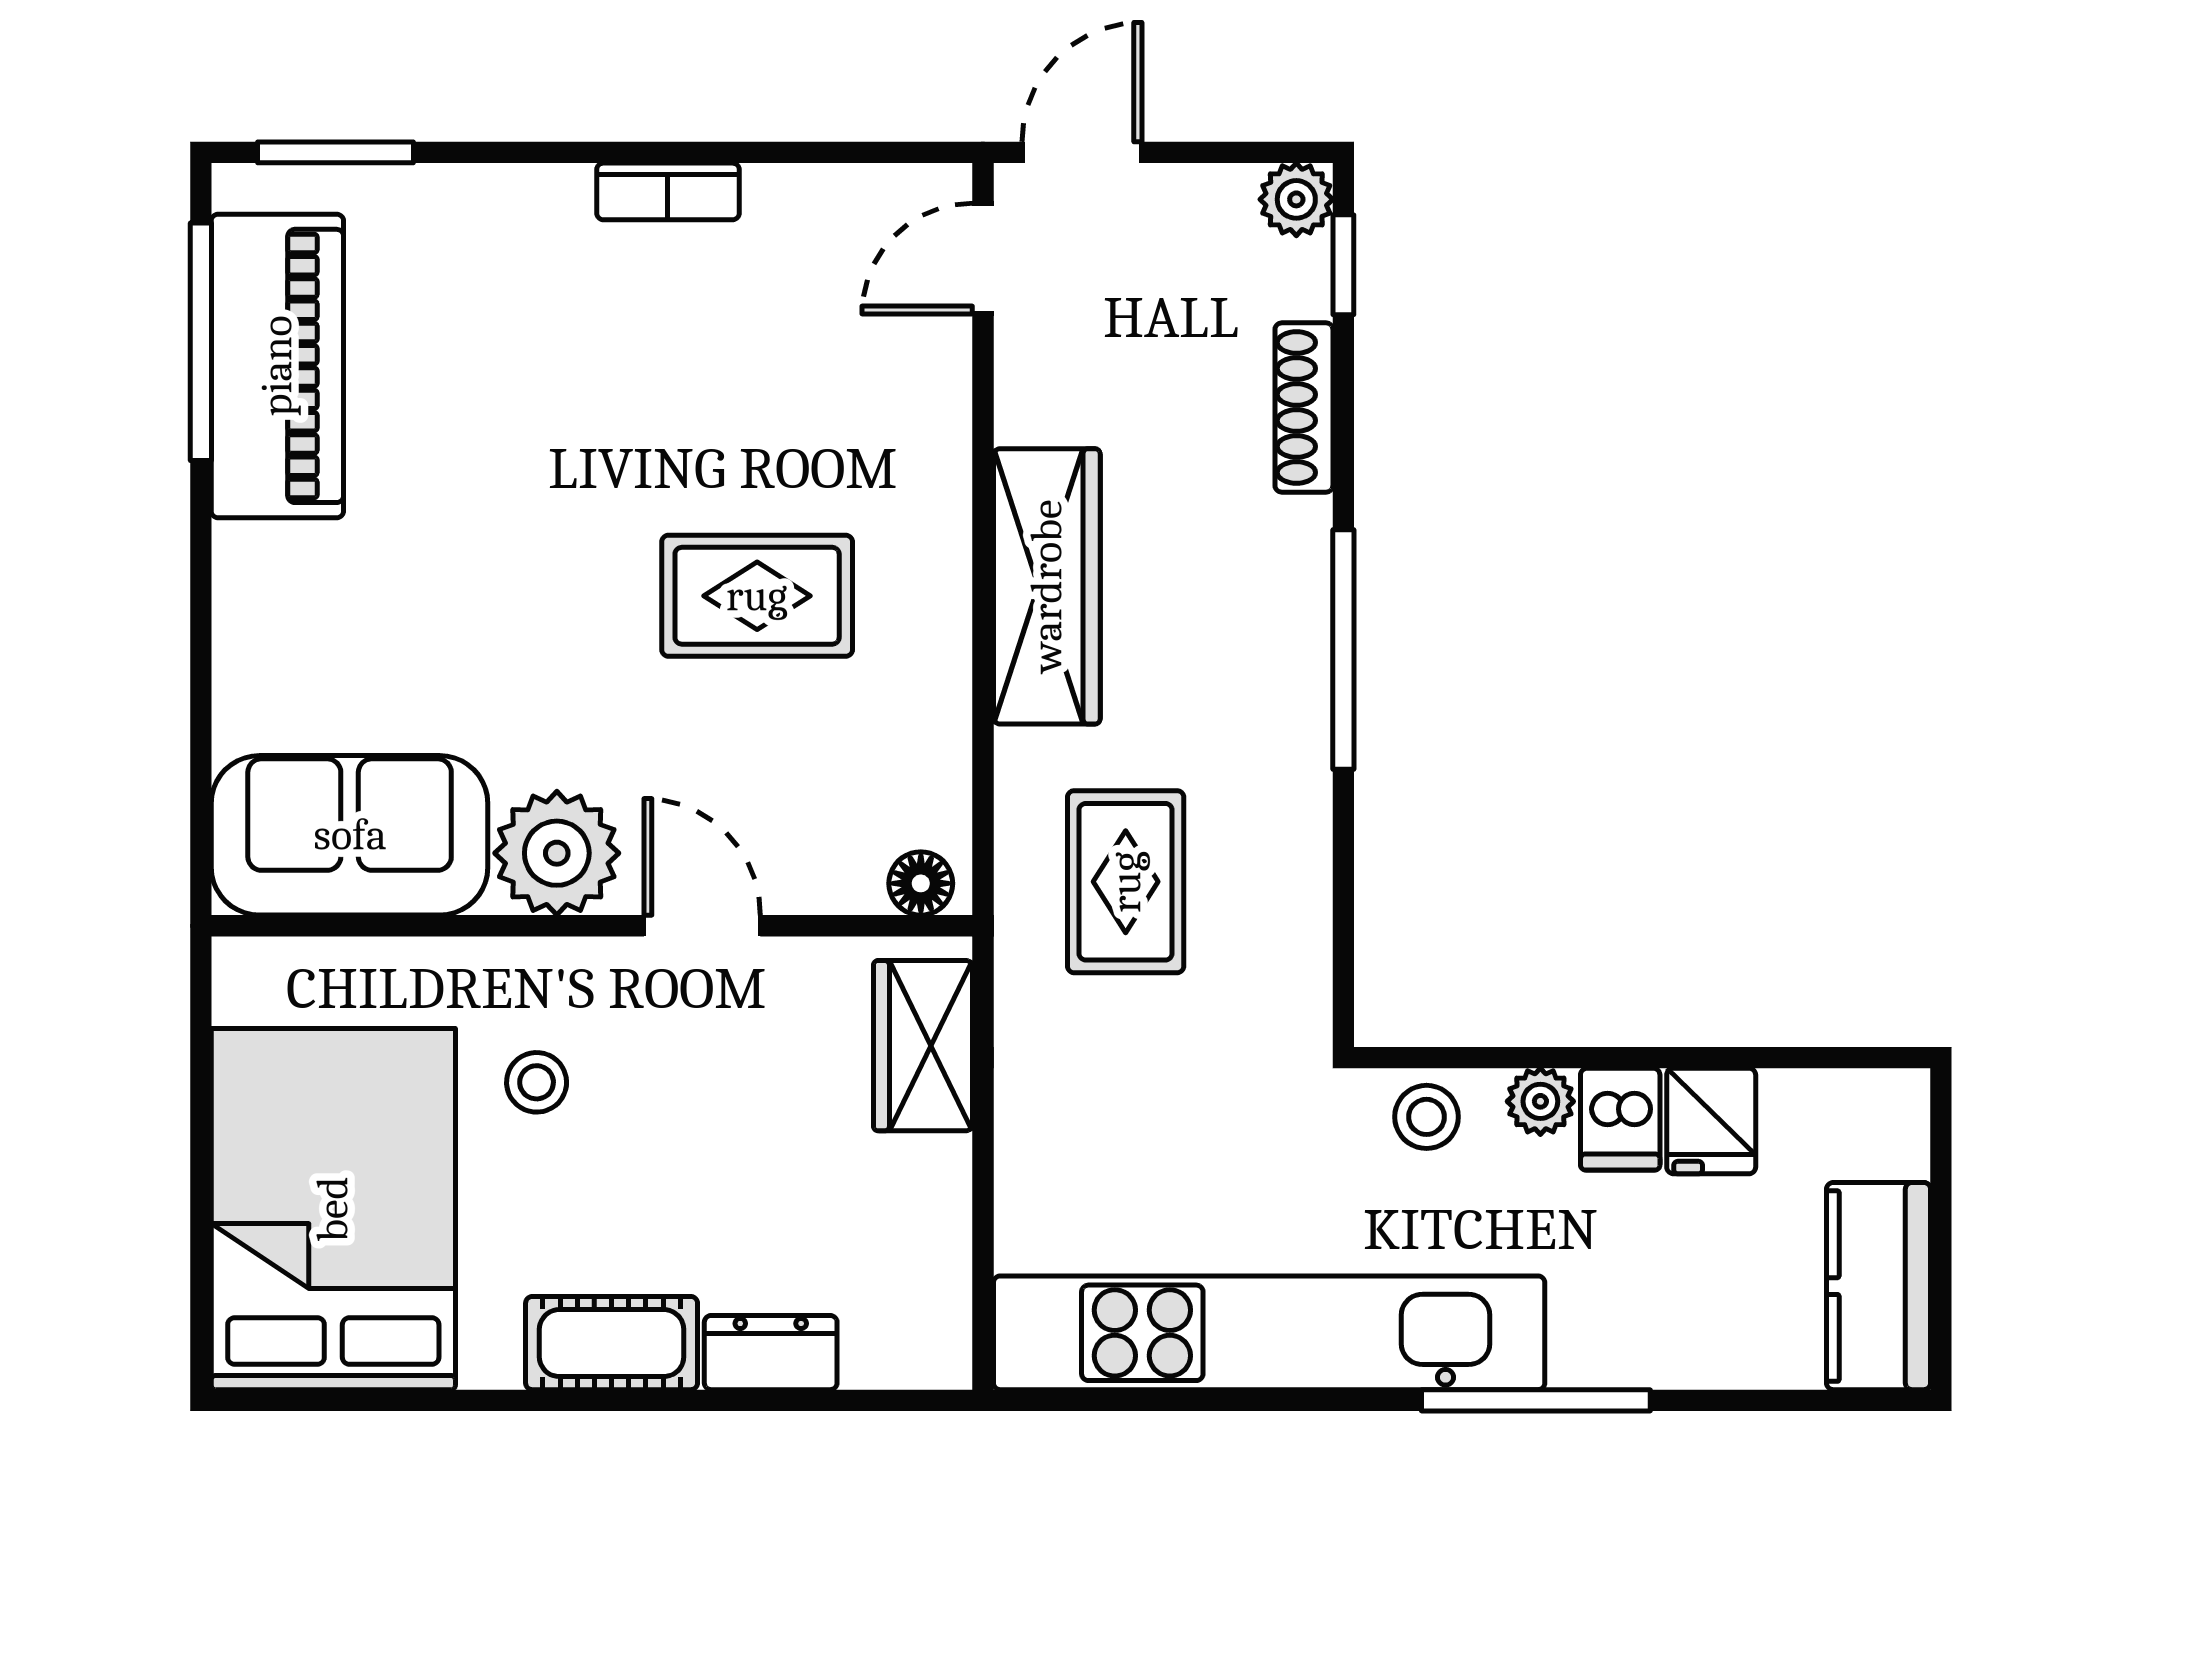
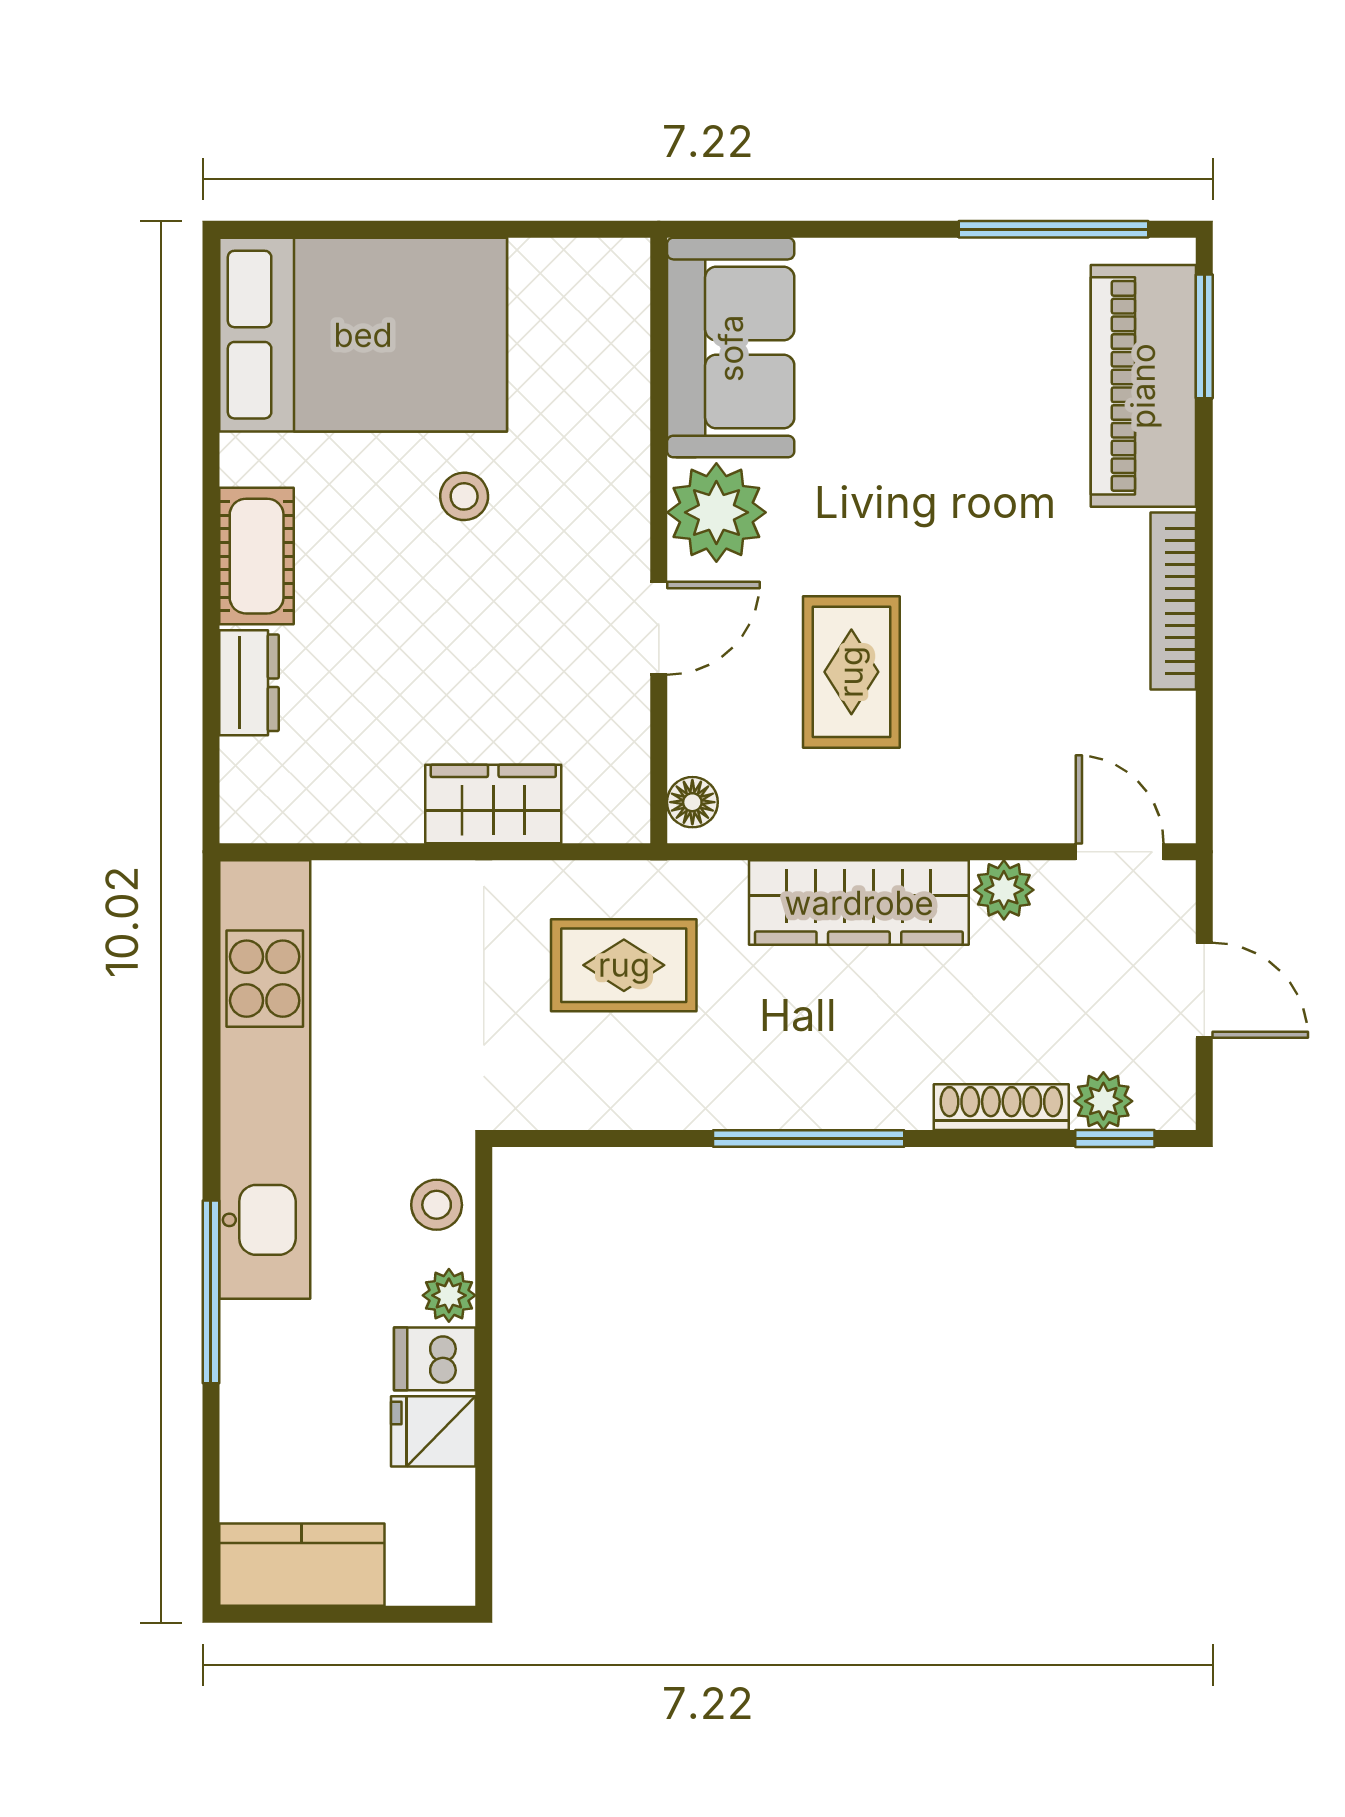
door: (1082, 152) -> (1204, 990), moved
bookcase: (668, 191) -> (1173, 601), width x1.56
plant: (1296, 199) -> (1103, 1101), moved
piano: (277, 366) -> (1143, 386), moved, turned 90
plant: (1031, 404) -> (1004, 890), added
sofa: (350, 835) -> (731, 348), moved
plant: (557, 853) -> (716, 512), moved
floor lamp: (921, 883) -> (692, 802), moved
wall: (592, 926) -> (659, 540), moved
door: (702, 926) -> (659, 628), moved

